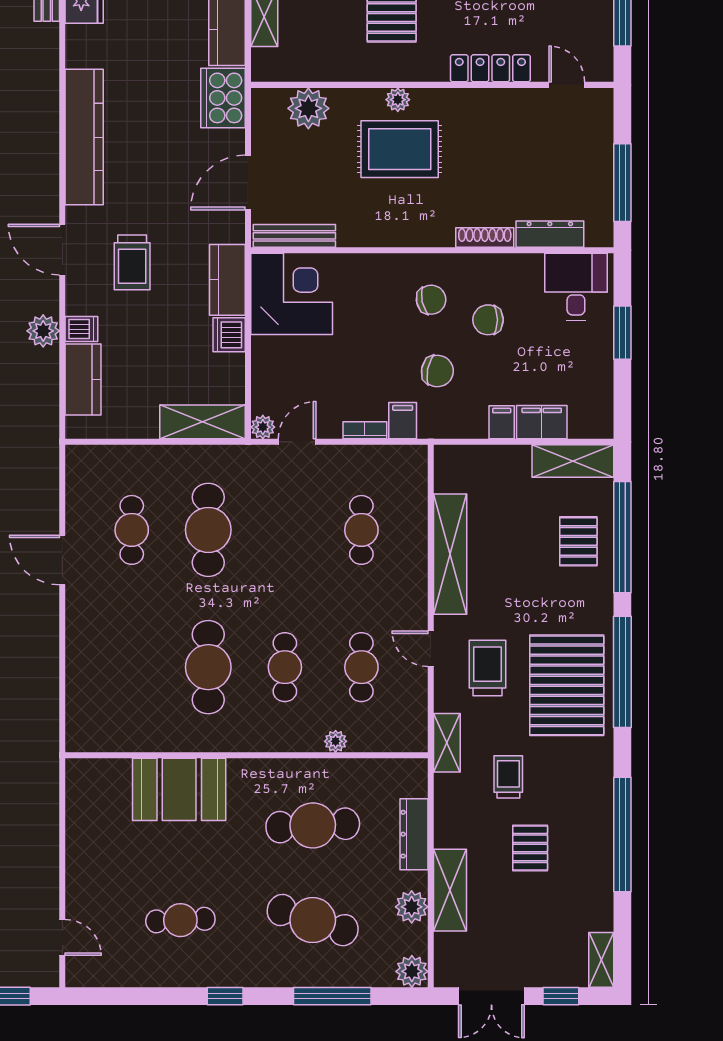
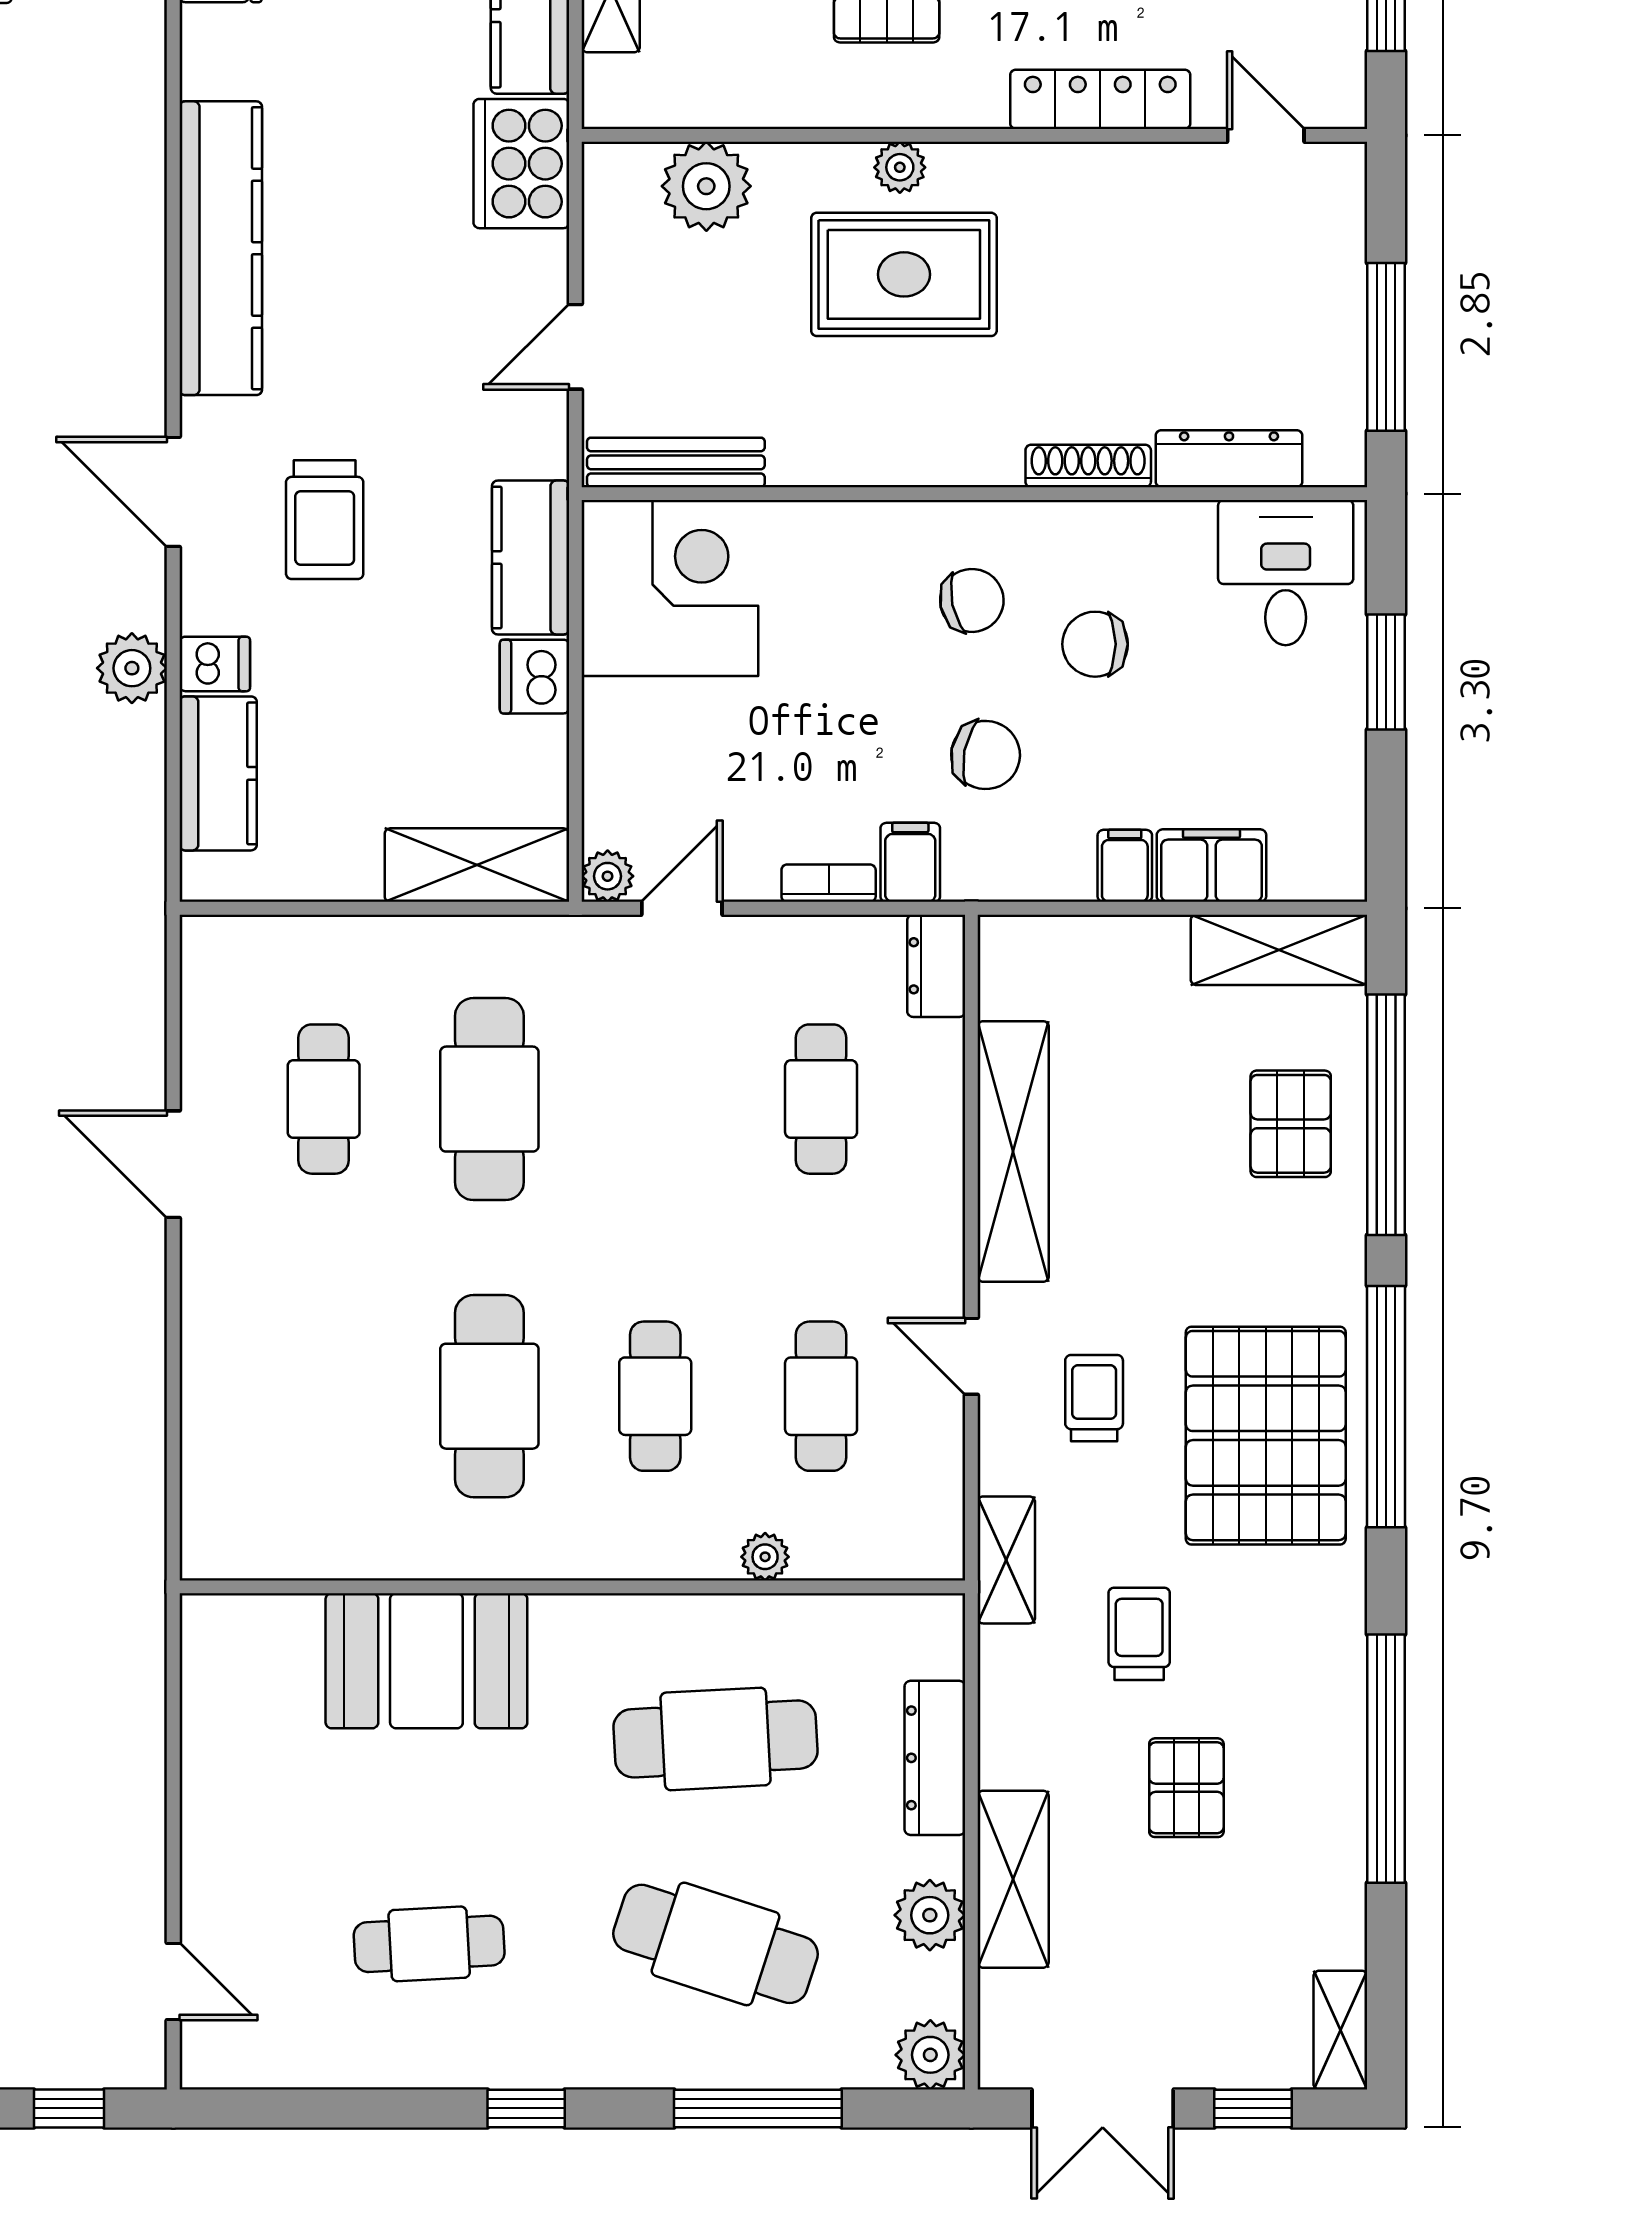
door: (248, 183) -> (575, 347), width x0.73
dresser: (415, 468) -> (936, 966), added
trolley: (488, 668) -> (1094, 1398), width x0.73, depth x0.72

